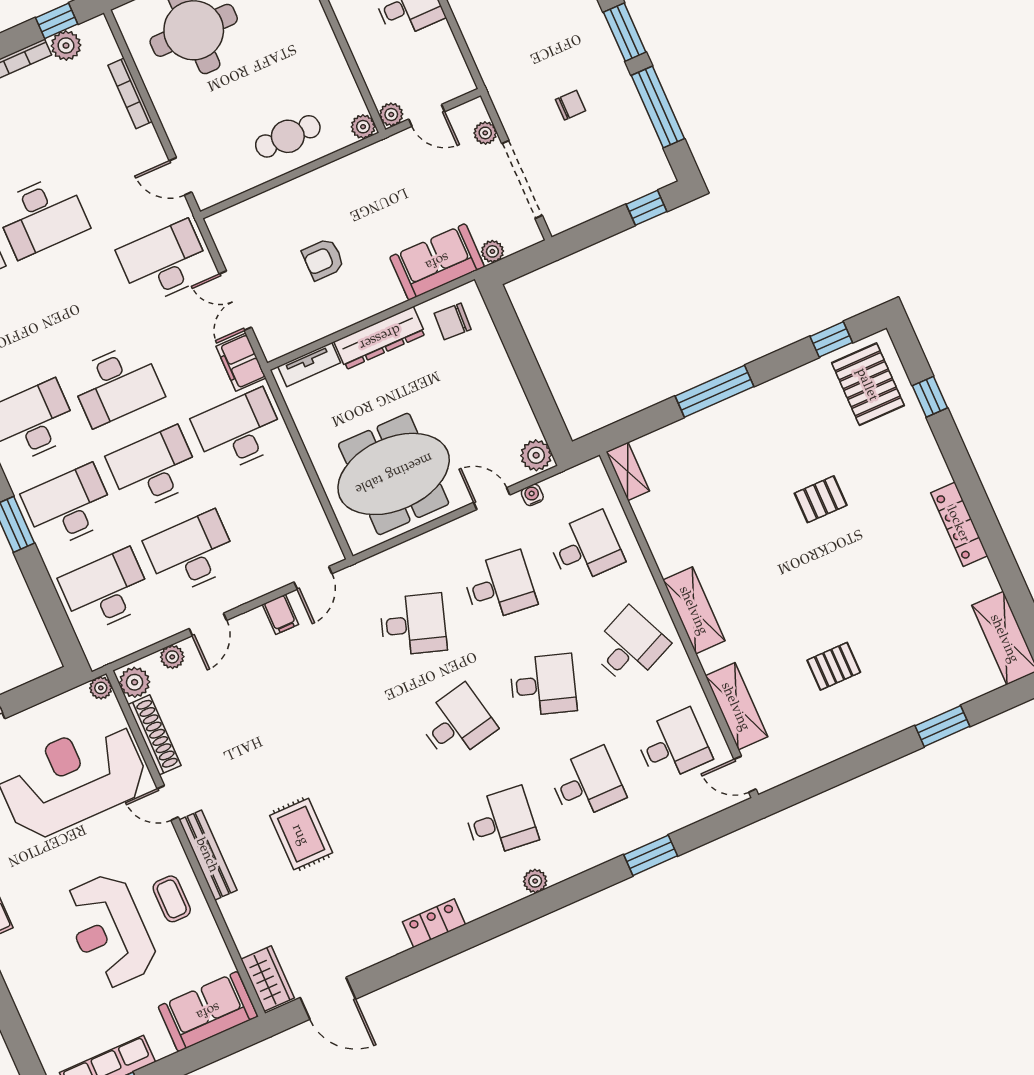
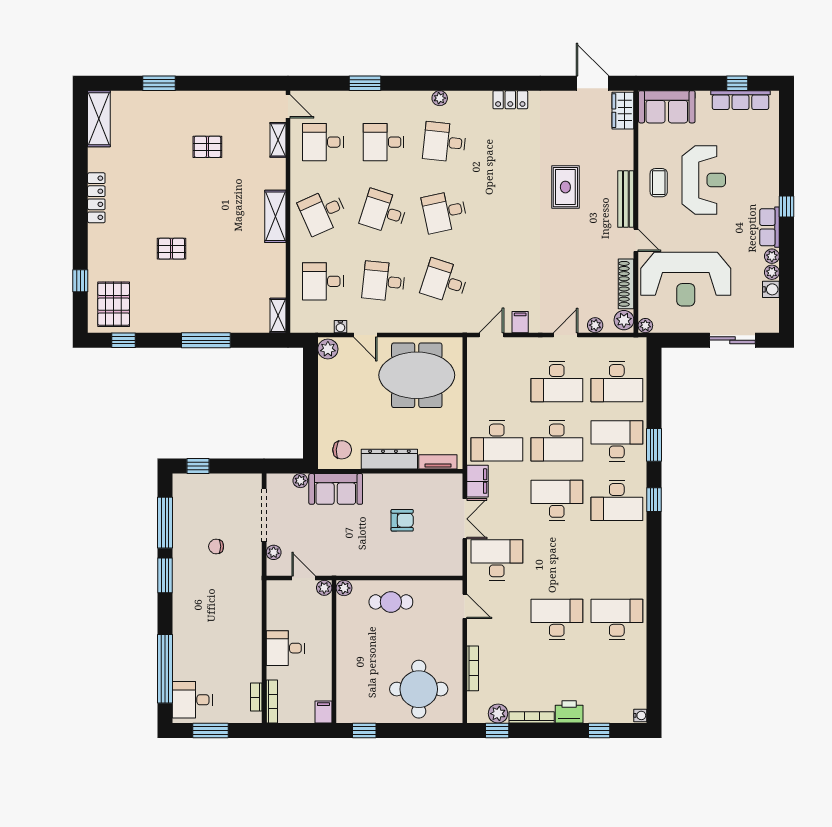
desk: (164, 262) -> (497, 560), turned 180
desk: (69, 506) -> (617, 441), turned 180
shelving: (736, 706) -> (278, 140), width x0.67, depth x0.75

